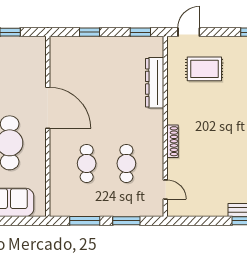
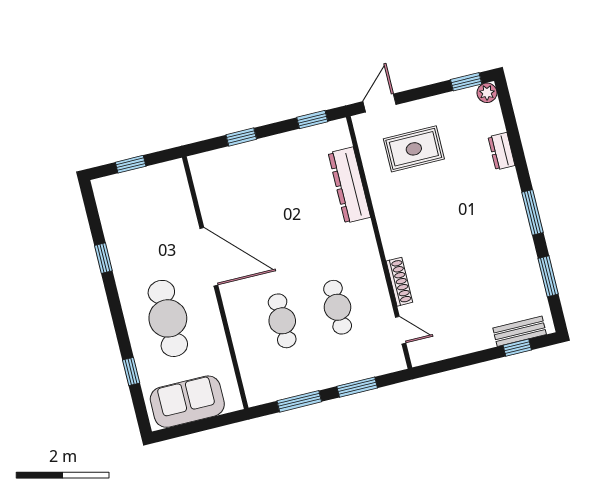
shoe rack: (172, 141) -> (399, 282), moved

